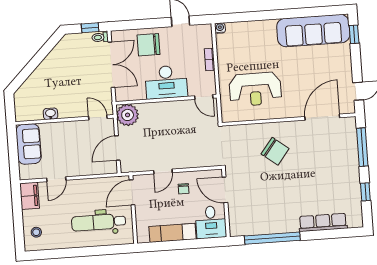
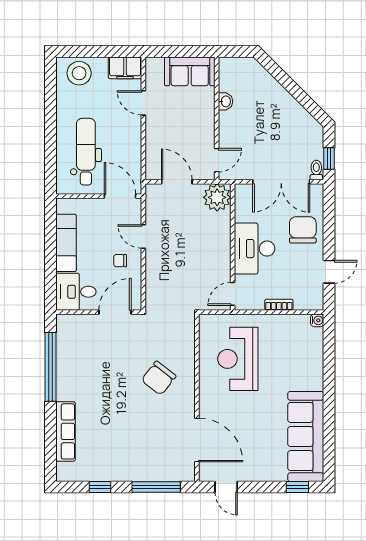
stool: (36, 232) -> (79, 73), width x1.89, depth x1.89

